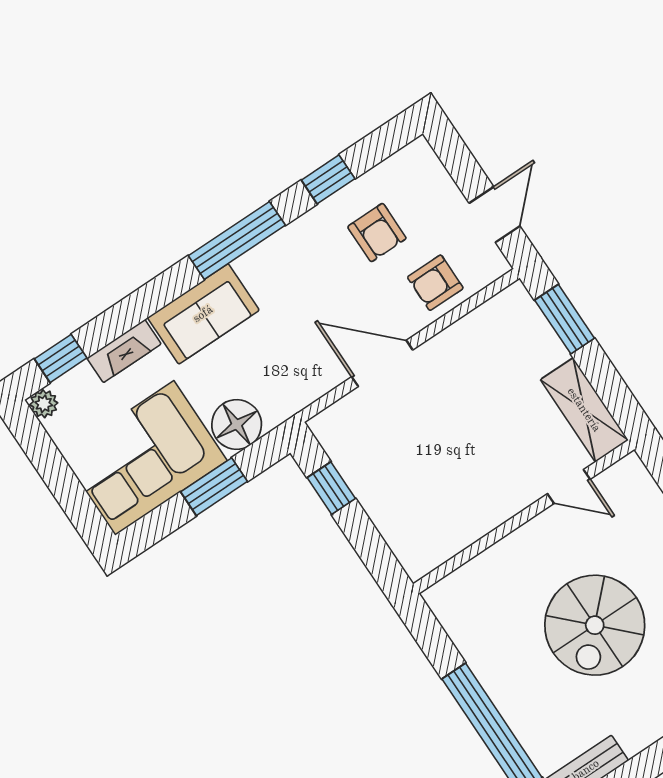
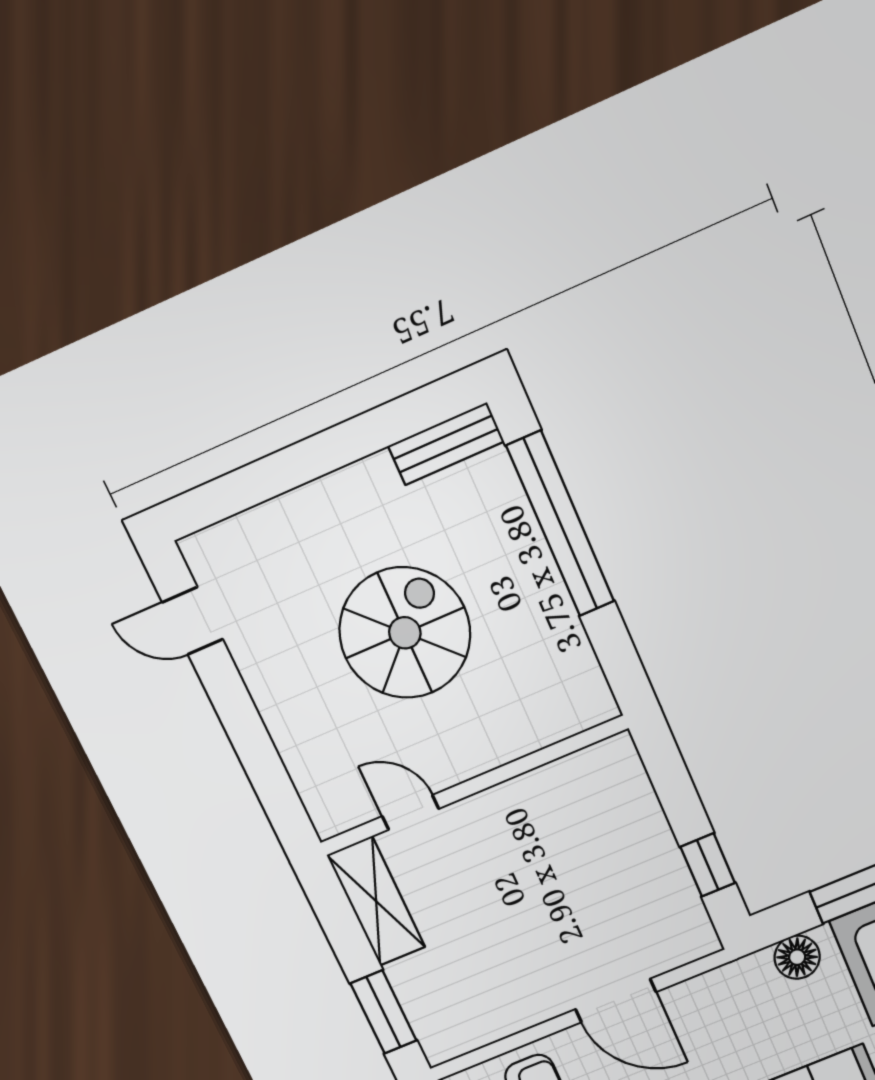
floor lamp: (237, 425) -> (797, 957), width x0.73, depth x0.73

